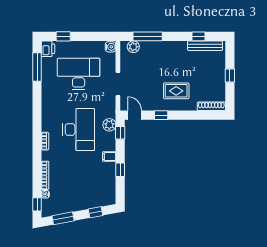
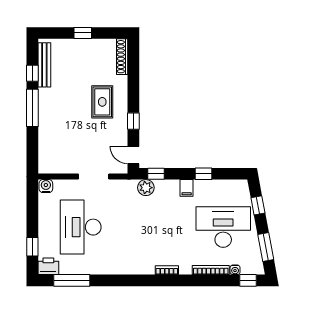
window: (148, 36) -> (32, 108), moved
plant: (133, 47) -> (46, 157), removed
door: (135, 115) -> (133, 155), hinge flipped
desk: (79, 129) -> (223, 227), moved

